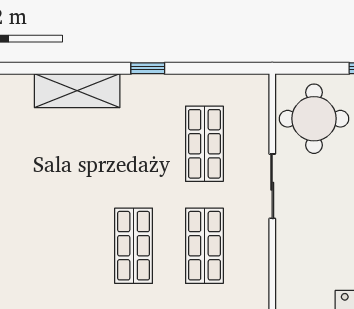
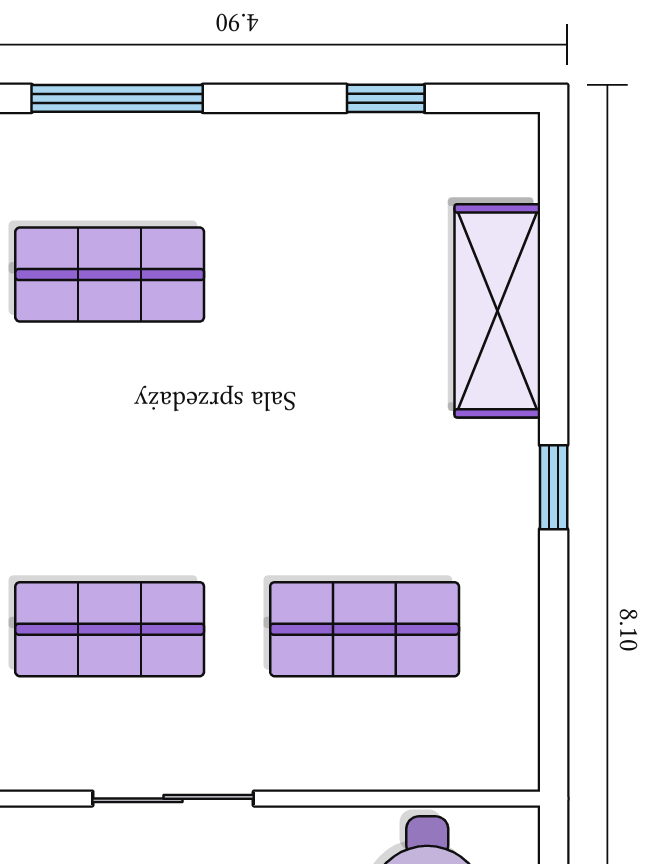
sliding door: (272, 186) -> (173, 799), moved
shop shelf: (134, 246) -> (110, 275), moved

